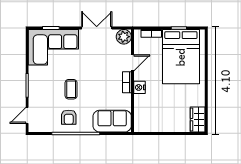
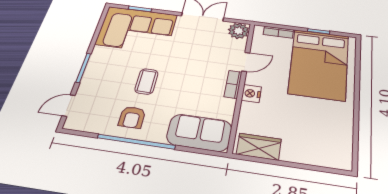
wardrobe: (198, 120) -> (259, 147), moved, turned 90

